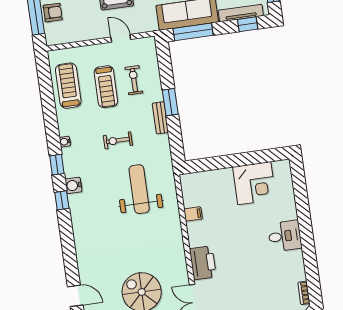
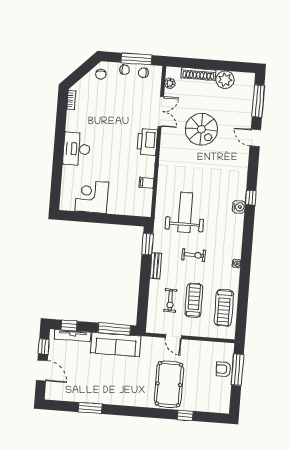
window: (170, 102) -> (147, 244), moved
window: (57, 165) -> (247, 246), removed
water cooler: (73, 185) -> (239, 207), moved
weight bench: (139, 189) -> (185, 212), turned 180
window: (62, 200) -> (251, 198), moved
desk: (285, 236) -> (77, 149), width x1.37

